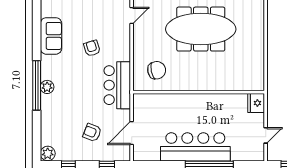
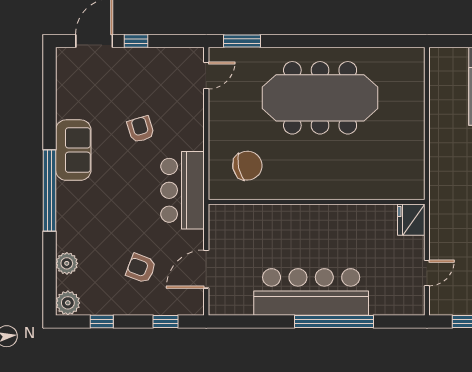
sofa: (51, 36) -> (73, 150), moved
plant: (47, 87) -> (67, 263), moved

